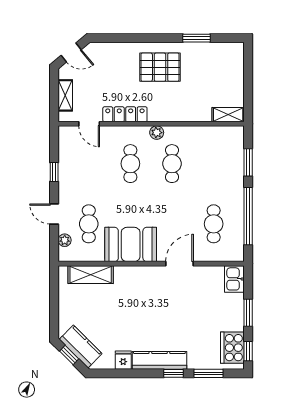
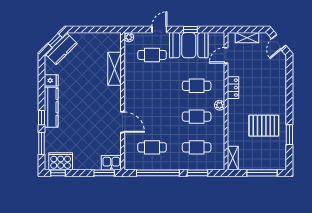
pallet: (160, 67) -> (264, 126), moved, turned 90
window: (248, 75) -> (262, 173), added
locker: (125, 114) -> (233, 88), width x0.66
cafe table: (214, 164) -> (197, 147), added
plant: (65, 240) -> (129, 37), moved
booth: (131, 244) -> (189, 45), moved, turned 90
shelving: (91, 275) -> (115, 69), moved
window: (248, 313) -> (104, 173), moved

